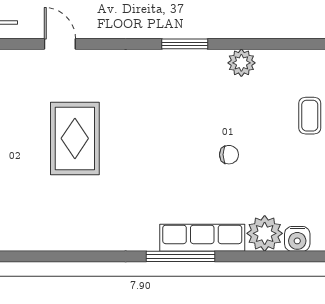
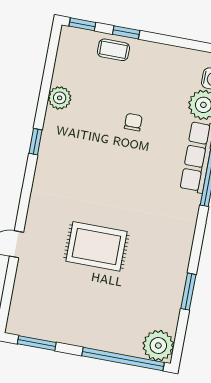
window: (185, 44) -> (36, 142), width x0.67
window: (42, 256) -> (188, 292), added

